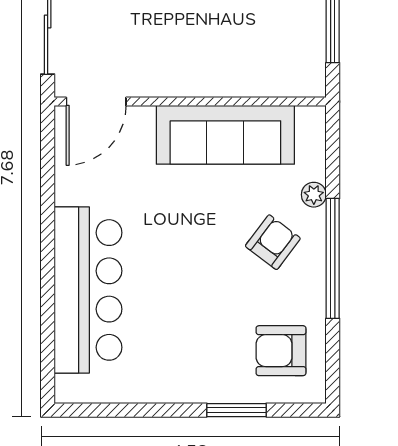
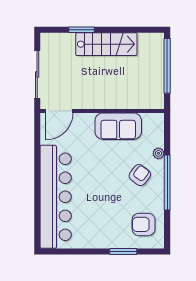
sofa: (225, 135) -> (118, 126), width x0.73
bar counter: (88, 290) -> (56, 197), width x1.36

